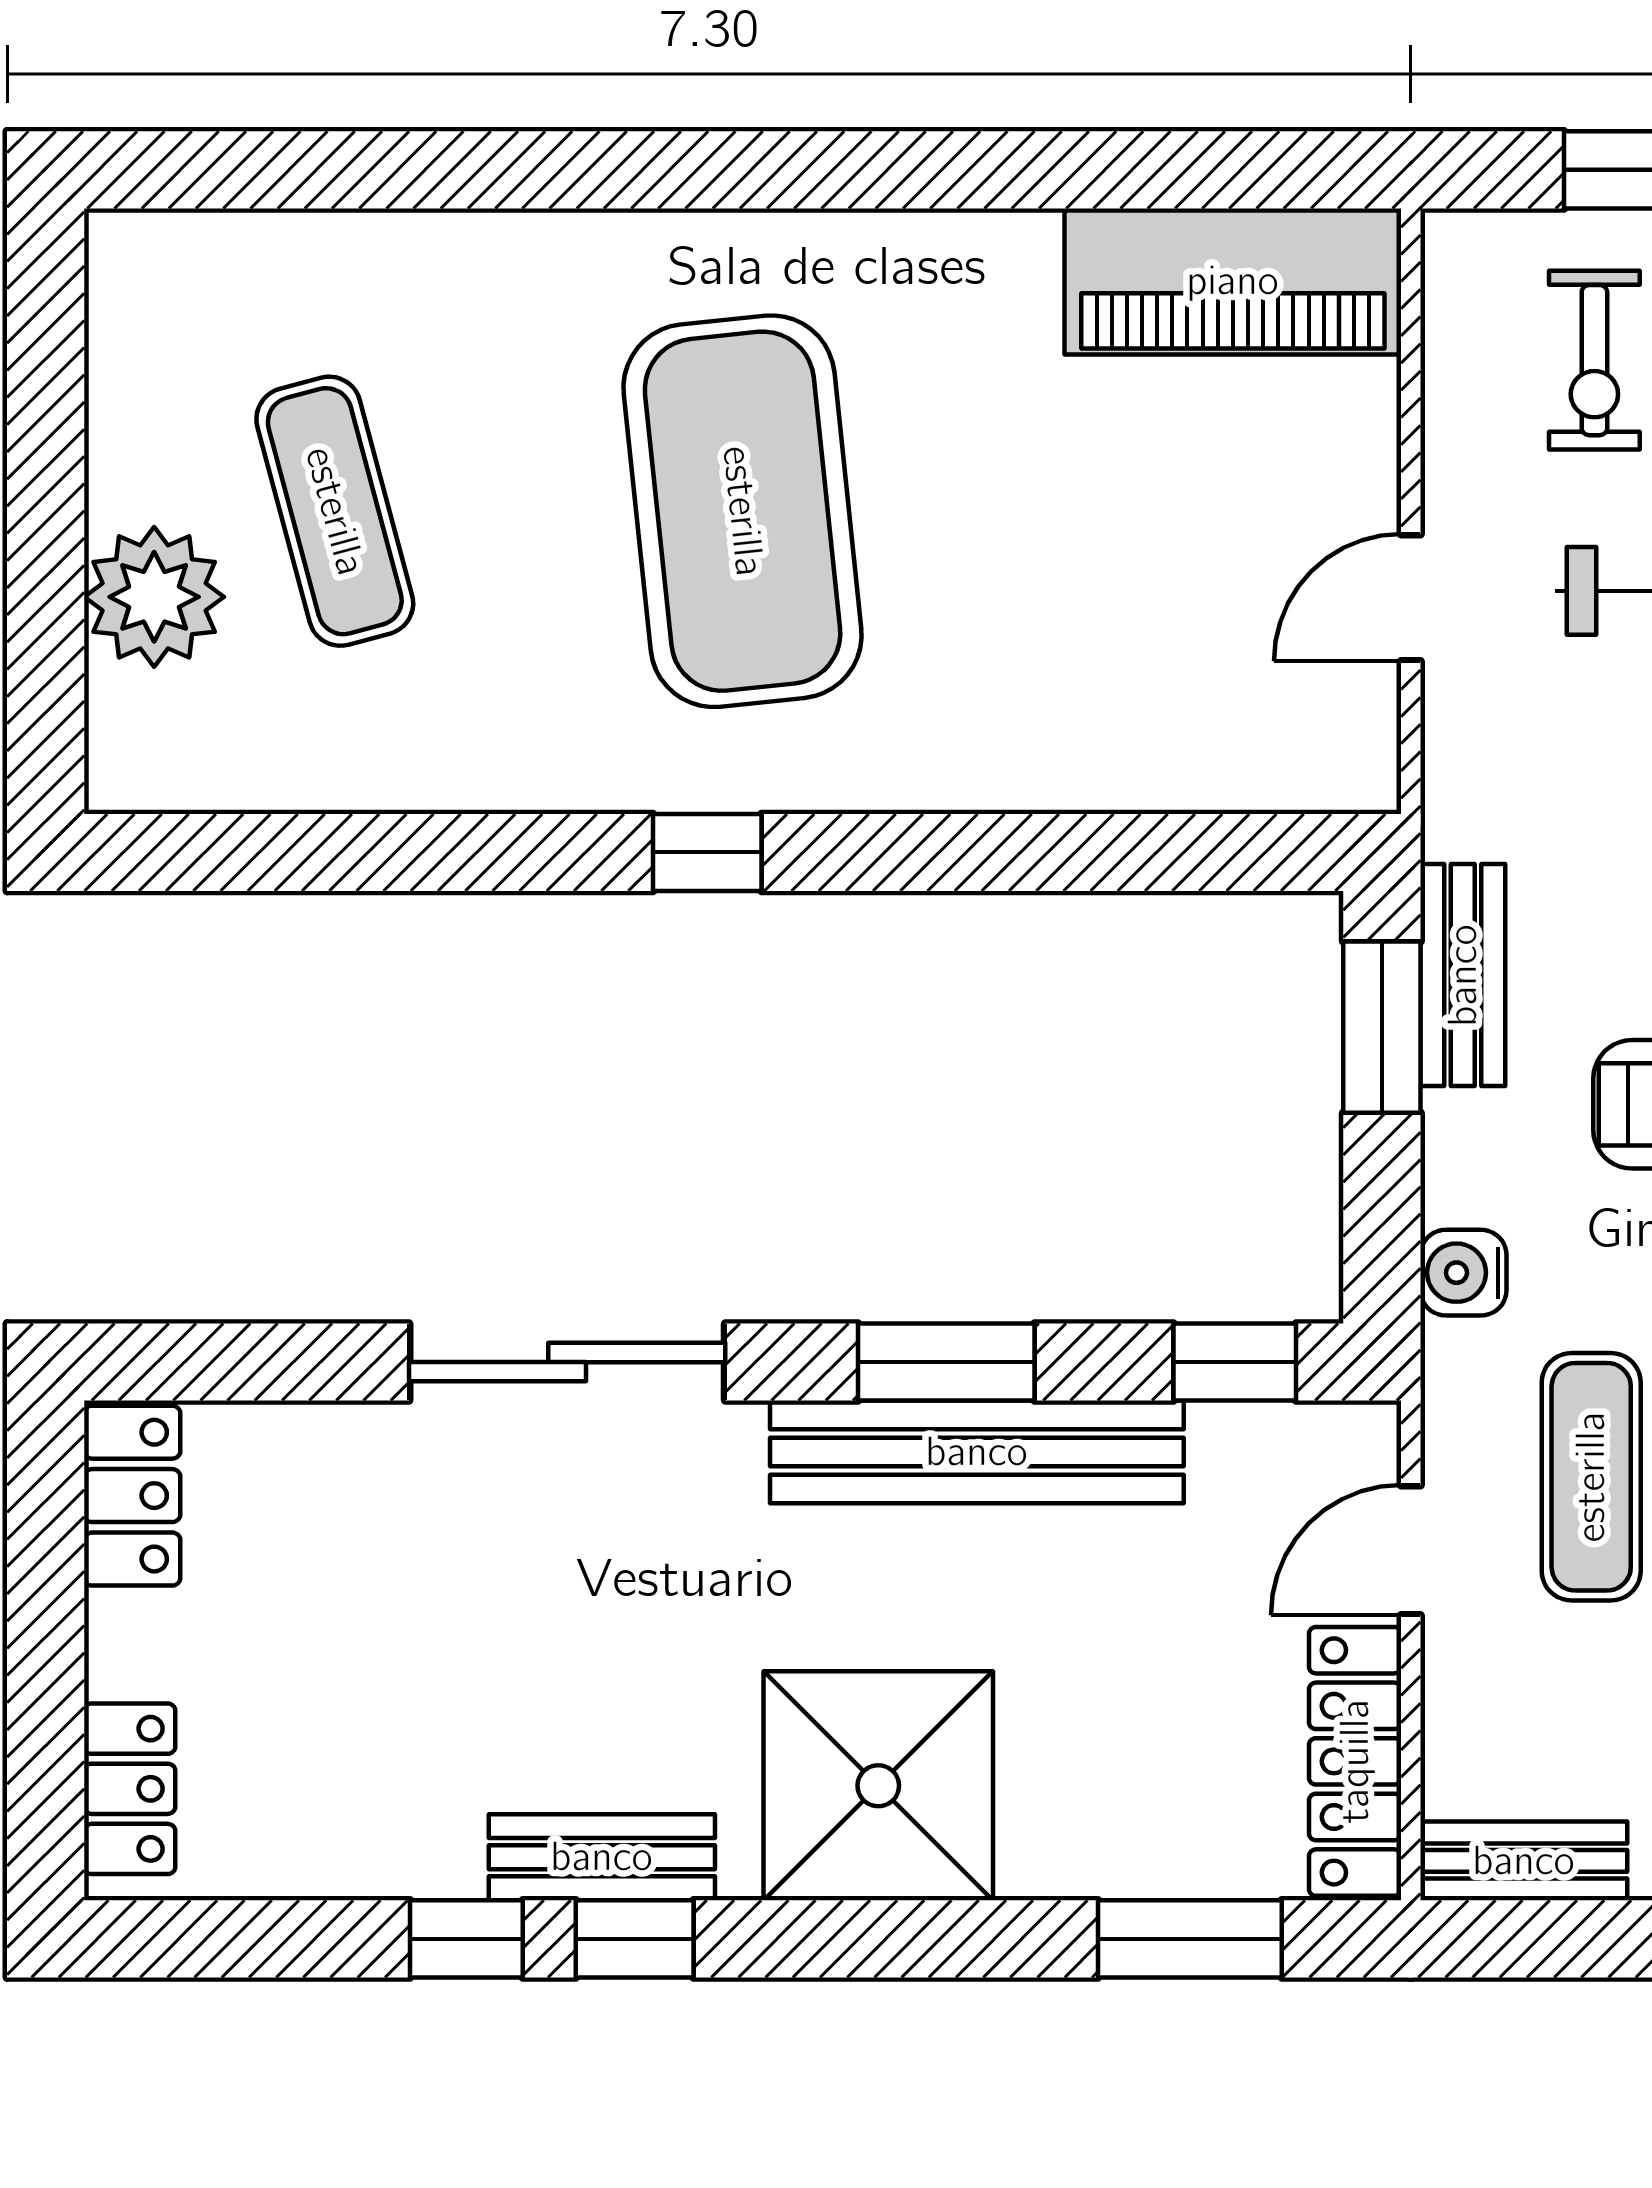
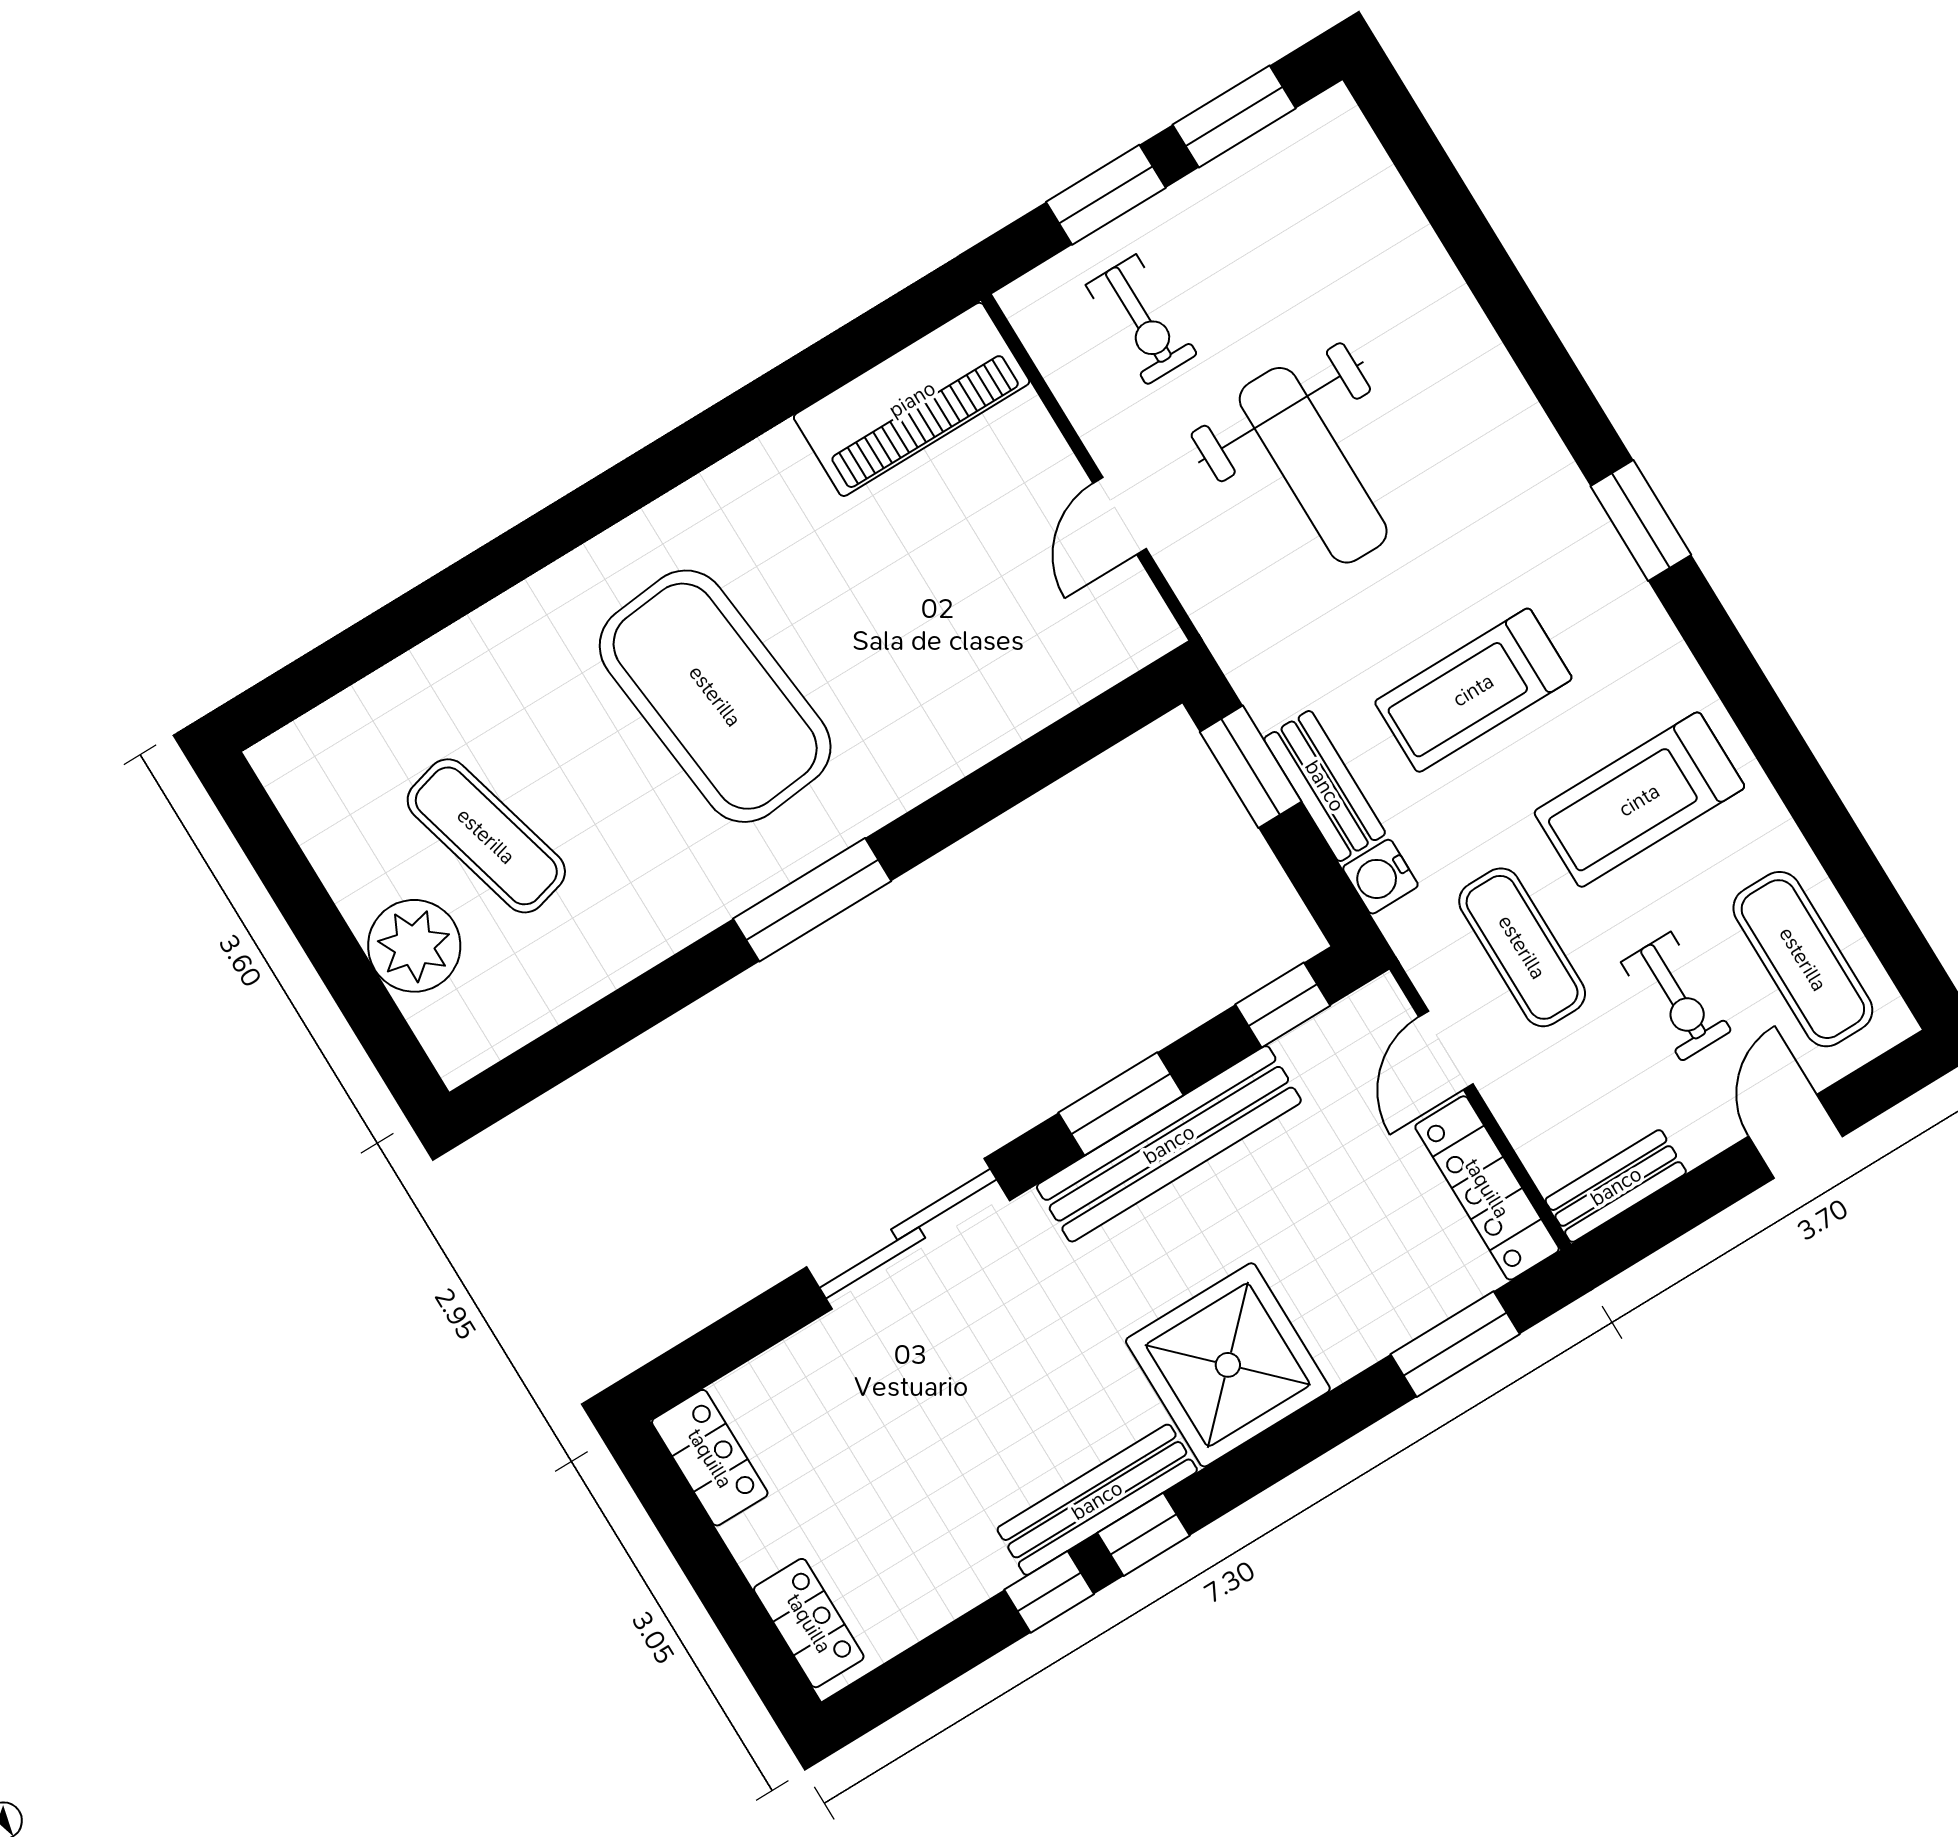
window: (707, 852) -> (812, 900), width x2.17
bench: (1463, 975) -> (1325, 786), moved
bench: (602, 1857) -> (1097, 1500), width x1.36

